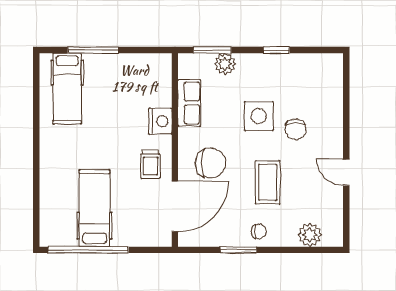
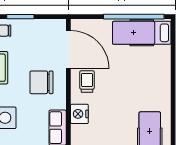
door: (175, 206) -> (68, 50), swing flipped
hospital bed: (95, 208) -> (142, 33), moved, turned 90

